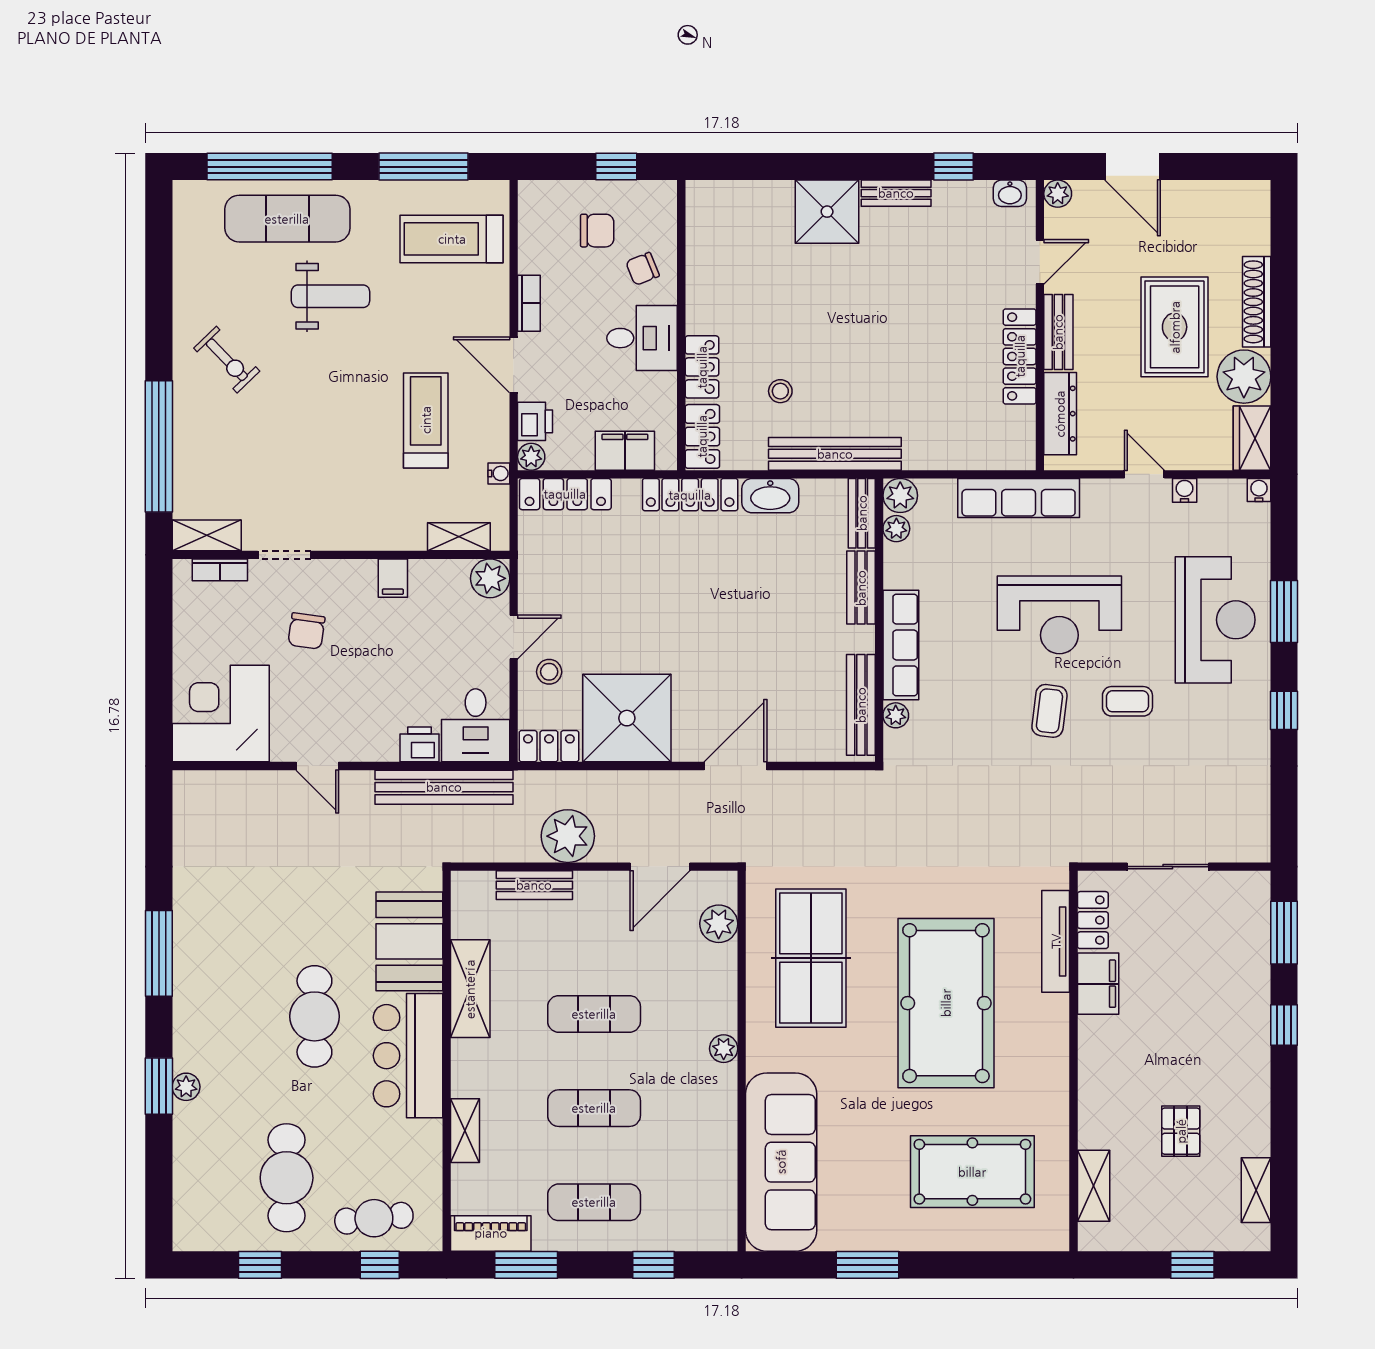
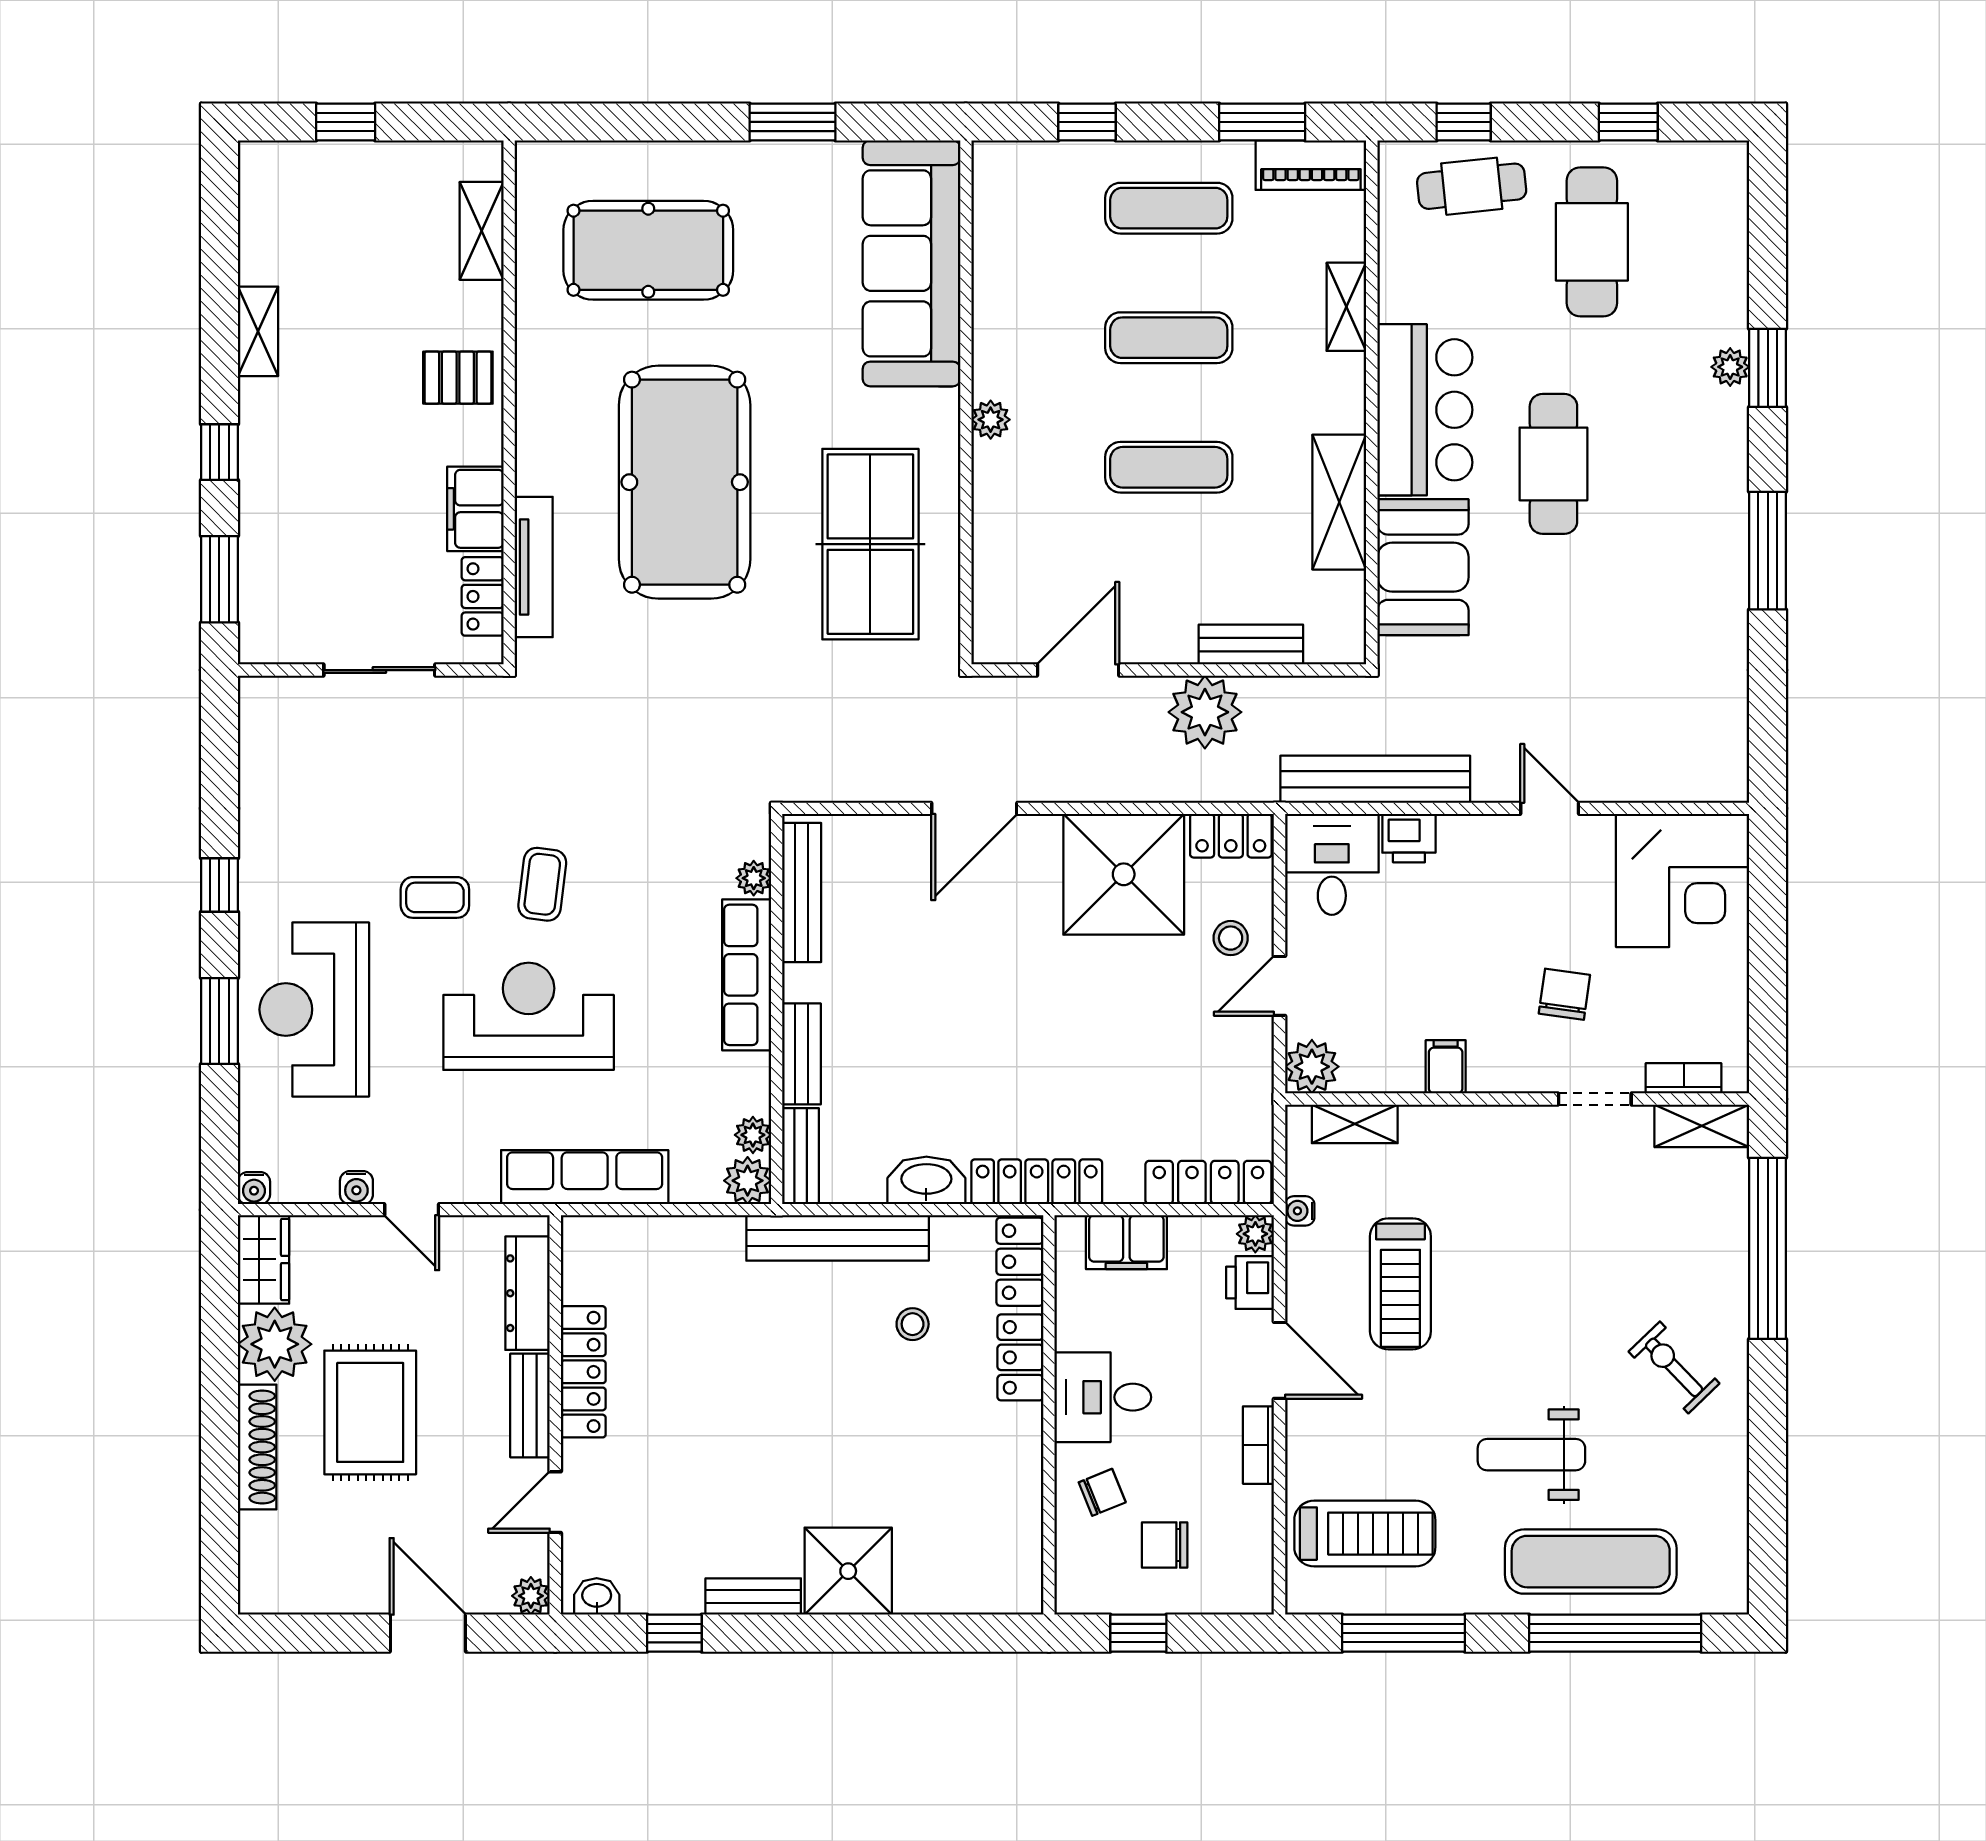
plant: (719, 924) -> (997, 591), removed
pallet: (1181, 1131) -> (458, 378), moved, turned 90
shelving: (1256, 1190) -> (258, 331), moved

